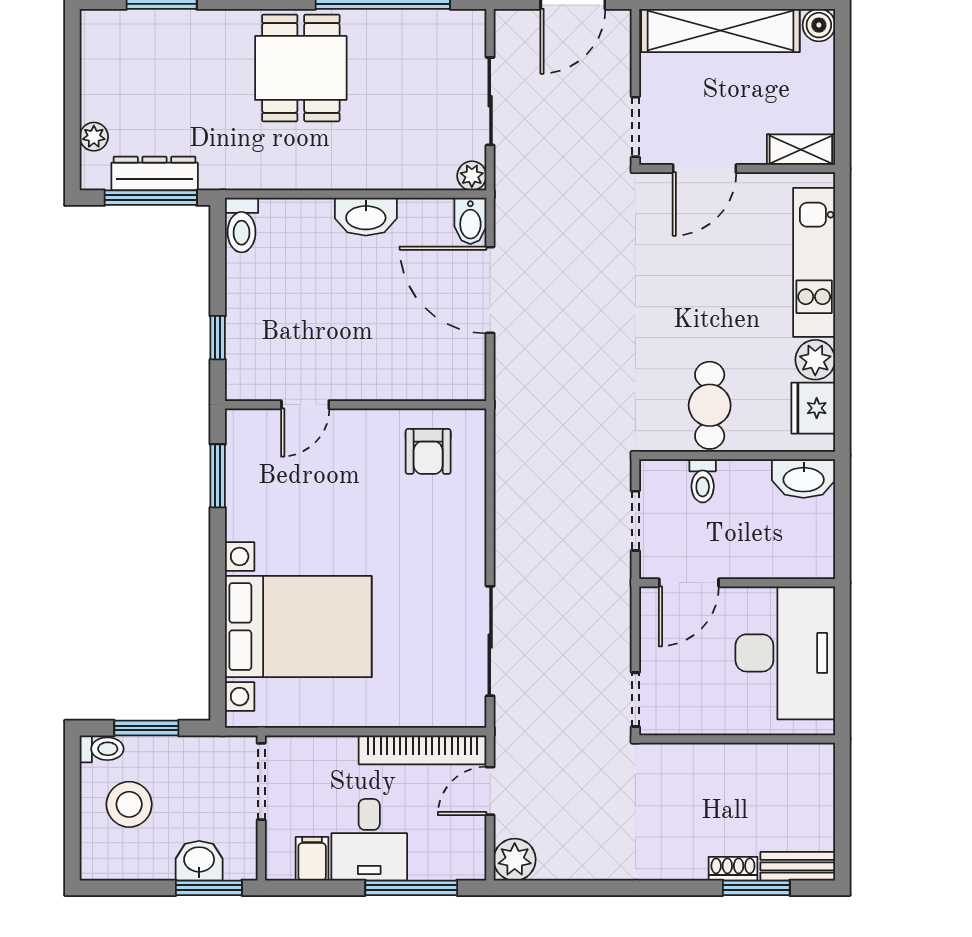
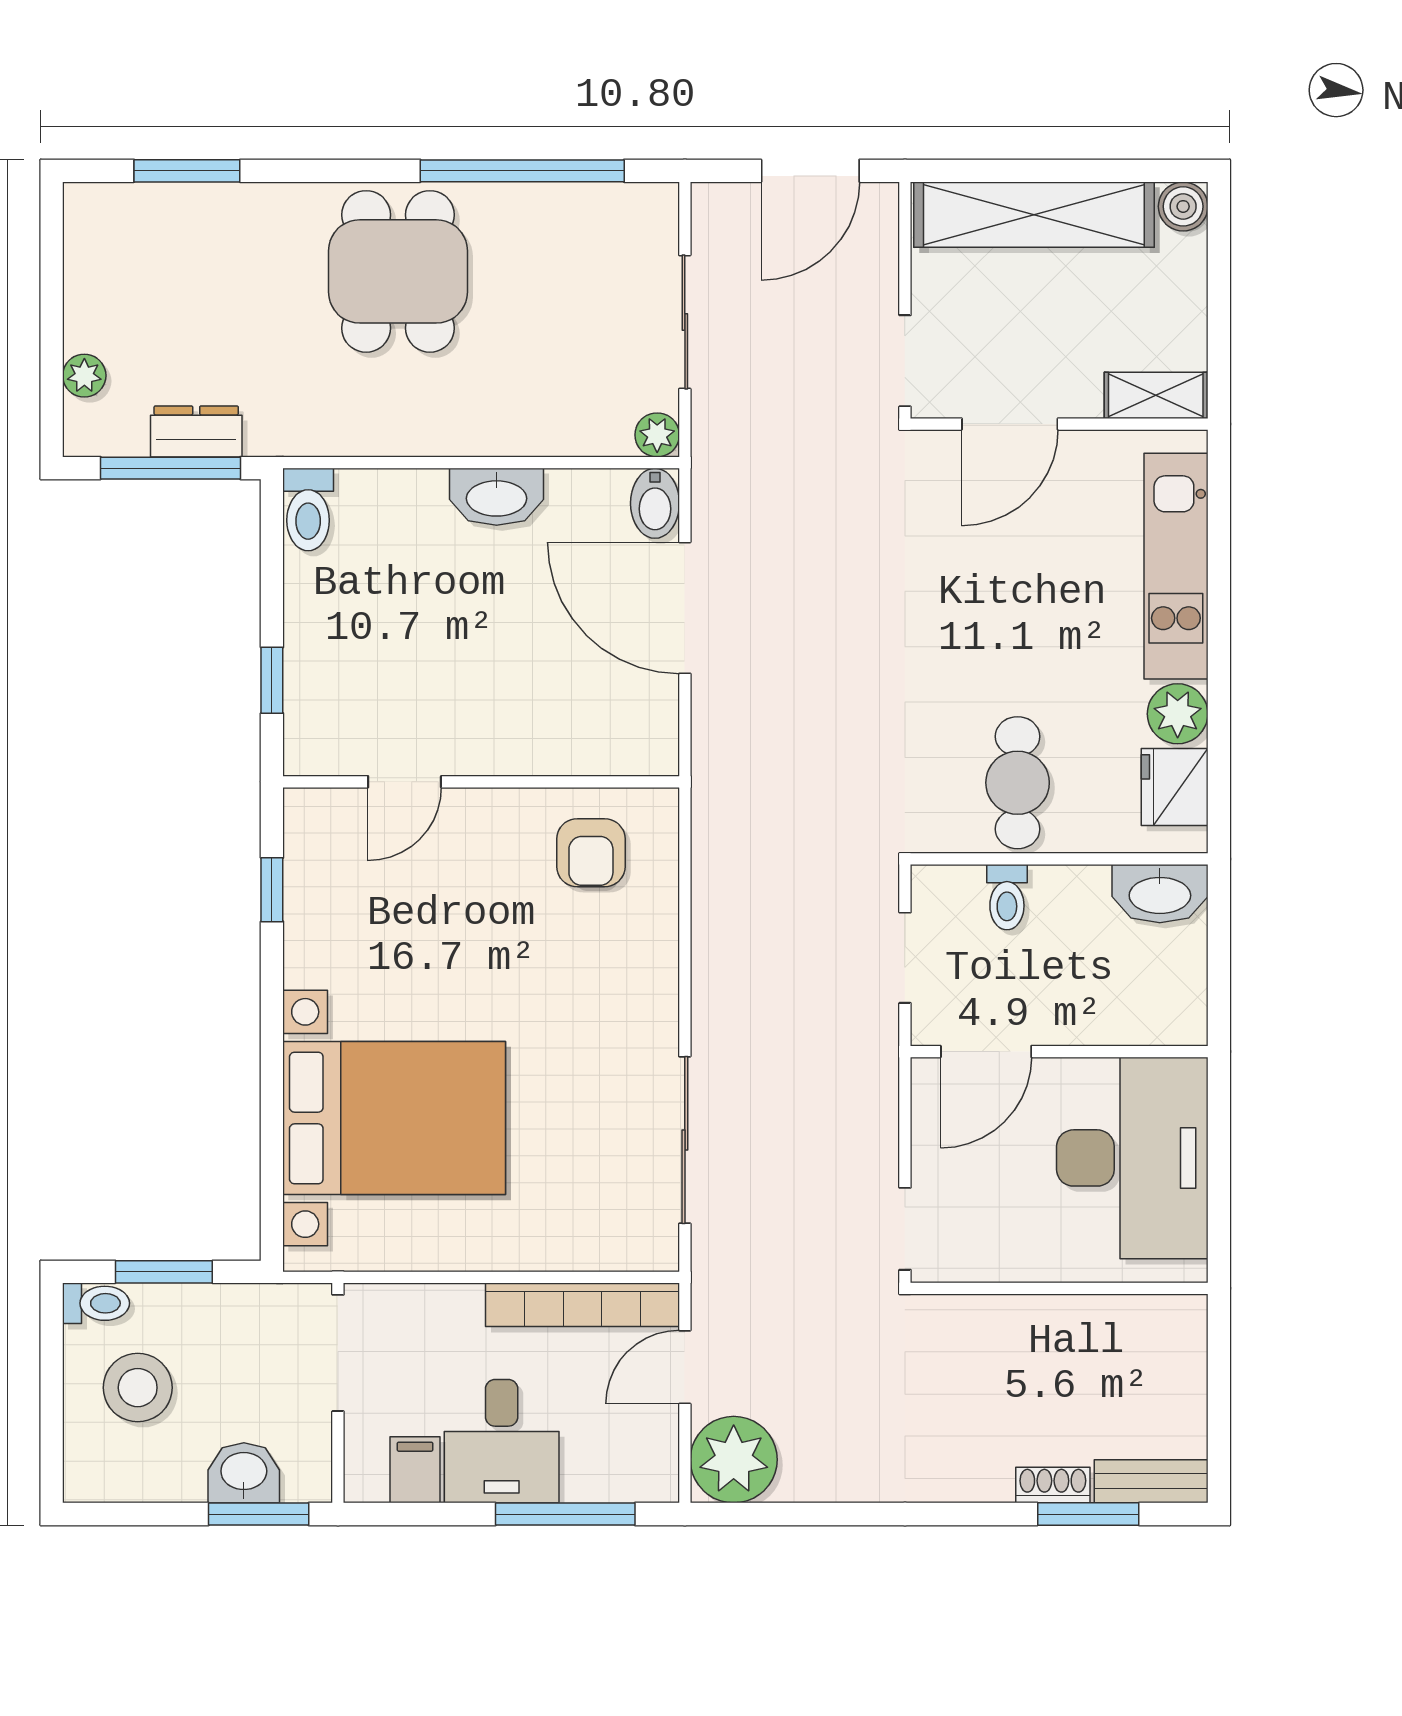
dresser: (155, 173) -> (196, 431), width x0.70
window: (218, 476) -> (272, 890), width x0.67
plant: (515, 860) -> (734, 1460), width x1.36, depth x1.36

